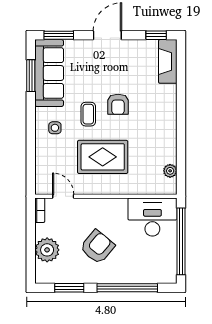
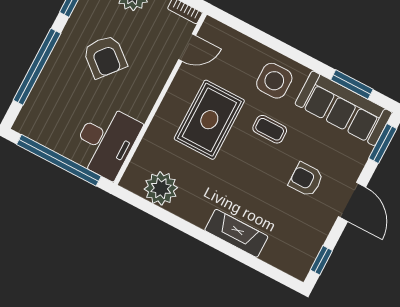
fireplace: (168, 61) -> (236, 233), moved
armchair: (118, 104) -> (306, 180), moved
side table: (55, 128) -> (274, 81), width x1.87, depth x1.87
plant: (170, 171) -> (161, 188), width x1.87, depth x1.87

